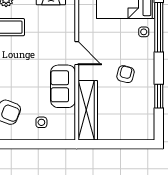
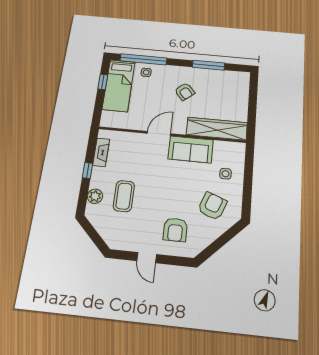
armchair: (126, 74) -> (185, 92), turned -144
window: (159, 96) -> (209, 65), width x1.44

